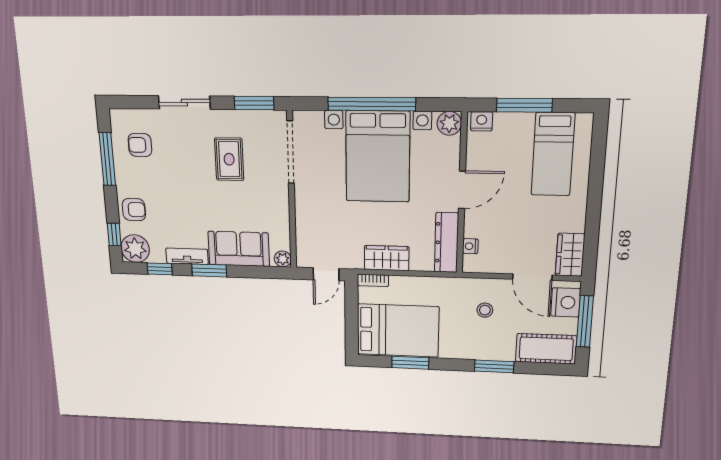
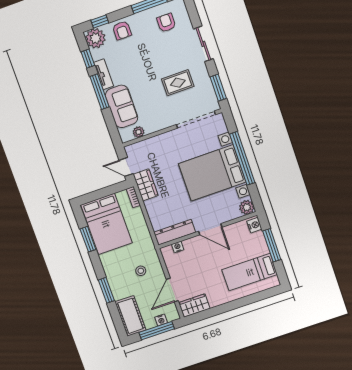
wardrobe: (387, 258) -> (146, 185), moved
plant: (283, 259) -> (139, 132), moved
window: (209, 270) -> (100, 92), width x1.44
nightstand: (566, 302) -> (161, 320), width x0.53, depth x0.56

